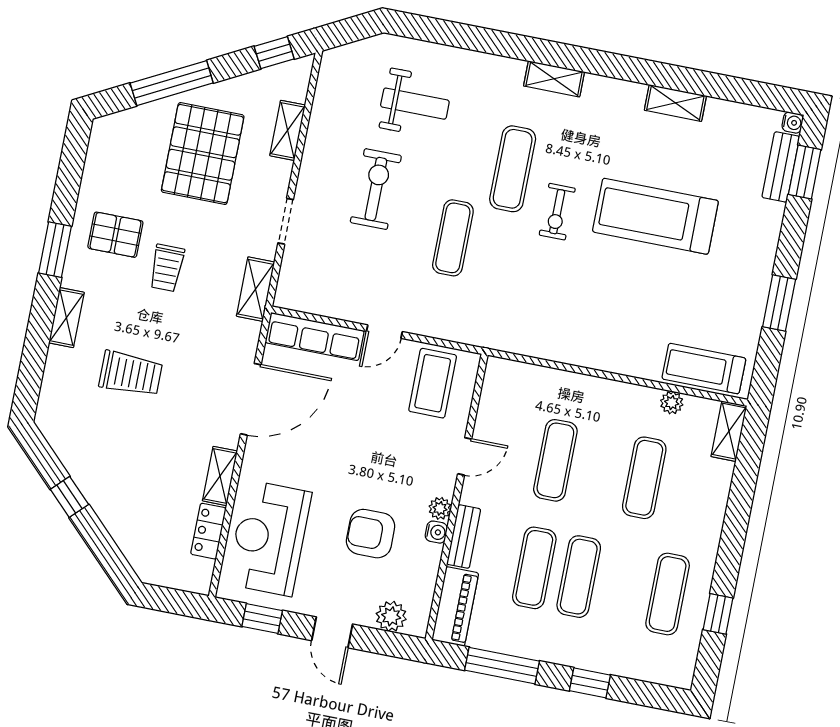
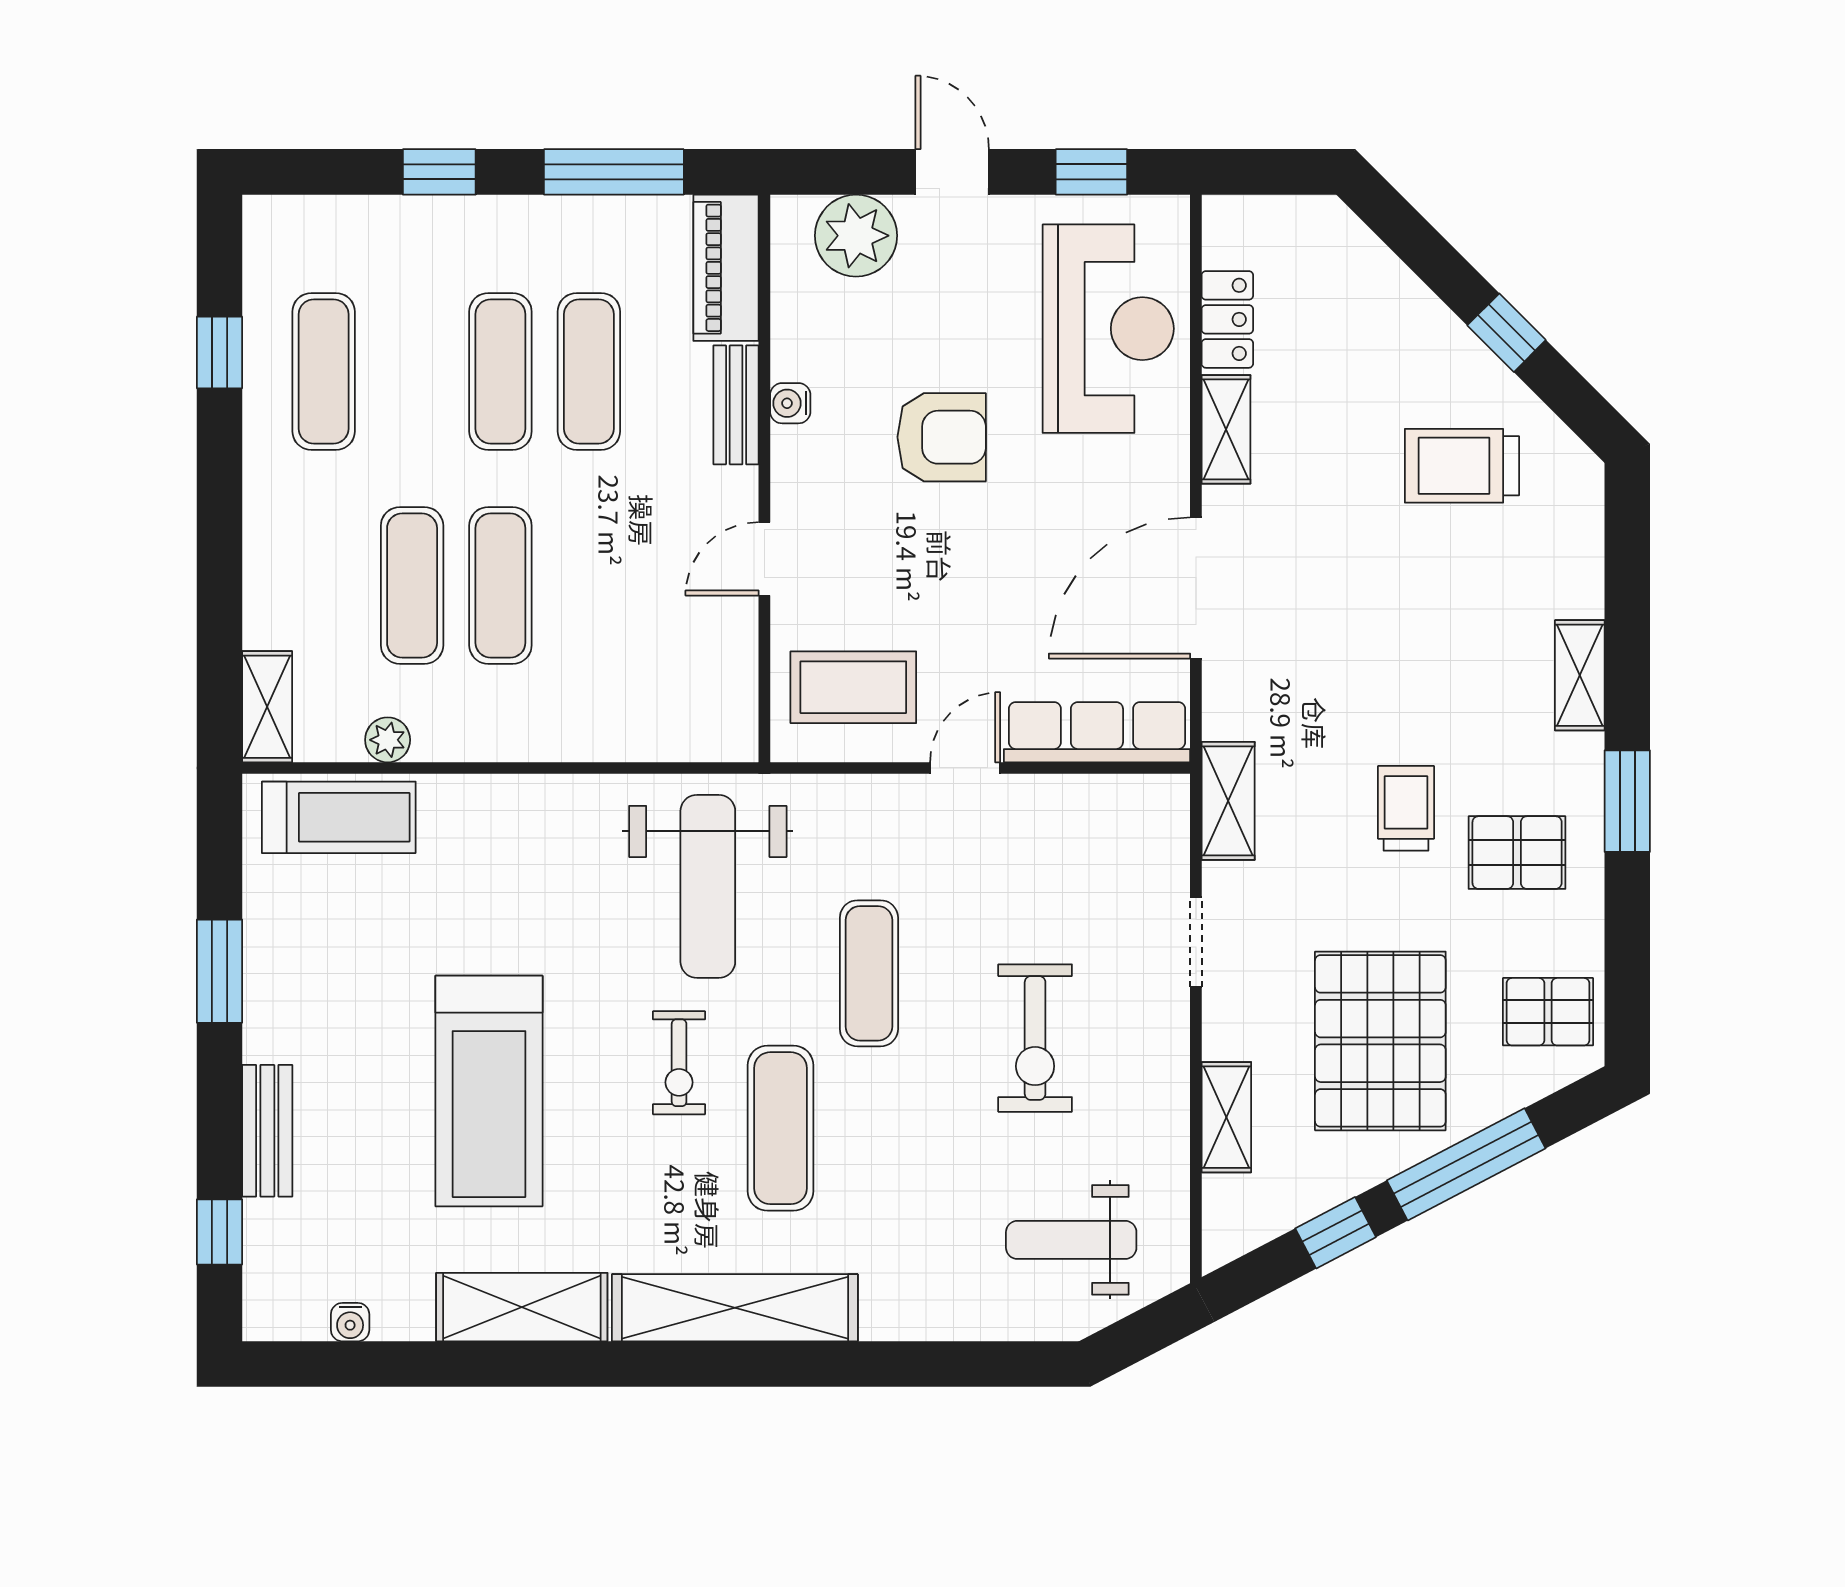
window: (274, 53) -> (1336, 1233), moved
shelving: (554, 79) -> (735, 1308), width x2.20, depth x1.33
shelving: (675, 103) -> (522, 1307), width x1.50, depth x1.33
weight bench: (415, 104) -> (1071, 1240), moved
water cooler: (793, 123) -> (350, 1322), moved, turned -90
pallet: (116, 152) -> (1548, 1012), added
bench: (781, 167) -> (267, 1131), moved
window: (805, 172) -> (219, 1232), width x0.67
exercise bike: (557, 212) -> (679, 1063), turned 180
treadmill: (655, 216) -> (489, 1091), turned 90
weight bench: (525, 297) -> (708, 886), added
trolley: (131, 374) -> (1462, 466), moved
coffee table: (433, 383) -> (853, 687), turned 90
exercise mat: (555, 460) -> (500, 585), moved
plant: (440, 508) -> (792, 450), removed
armchair: (371, 534) -> (942, 437), moved
plant: (391, 616) -> (856, 236), width x1.36, depth x1.36

